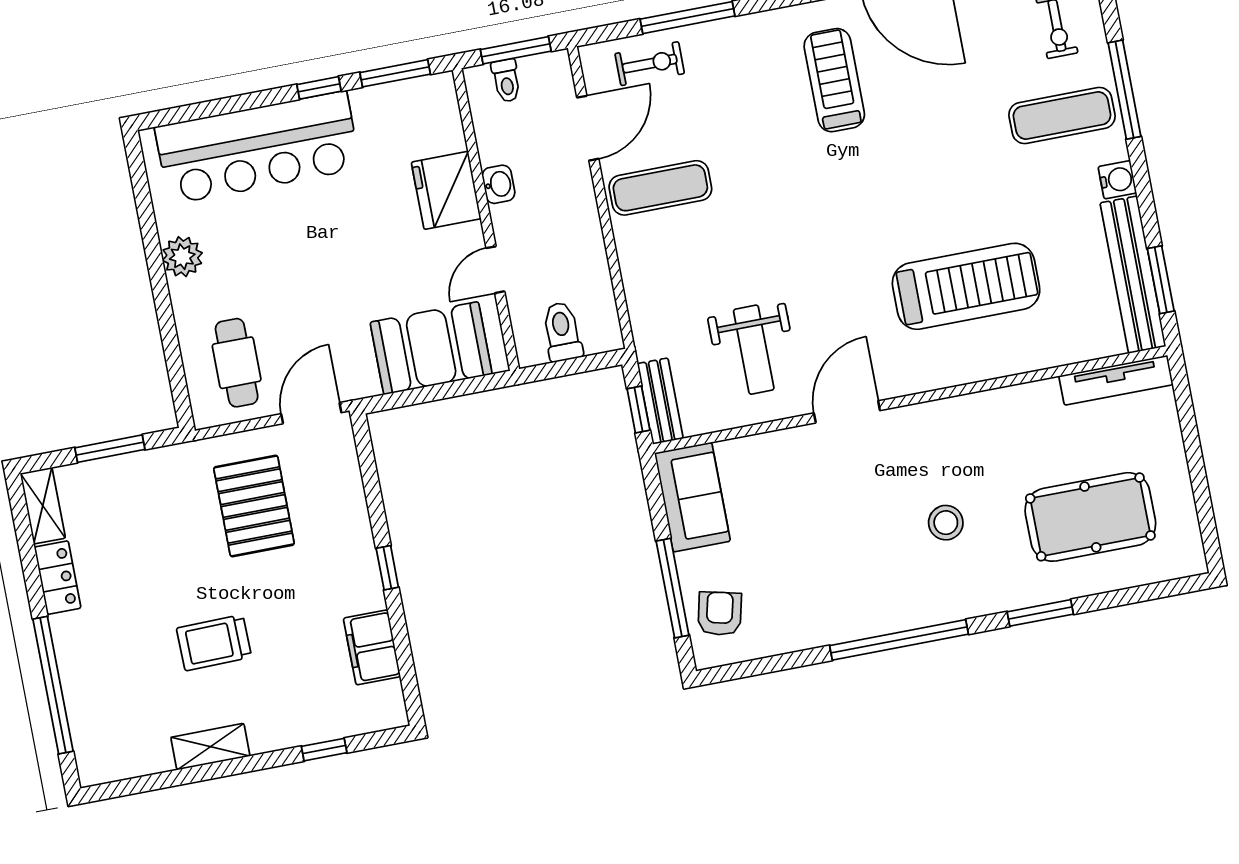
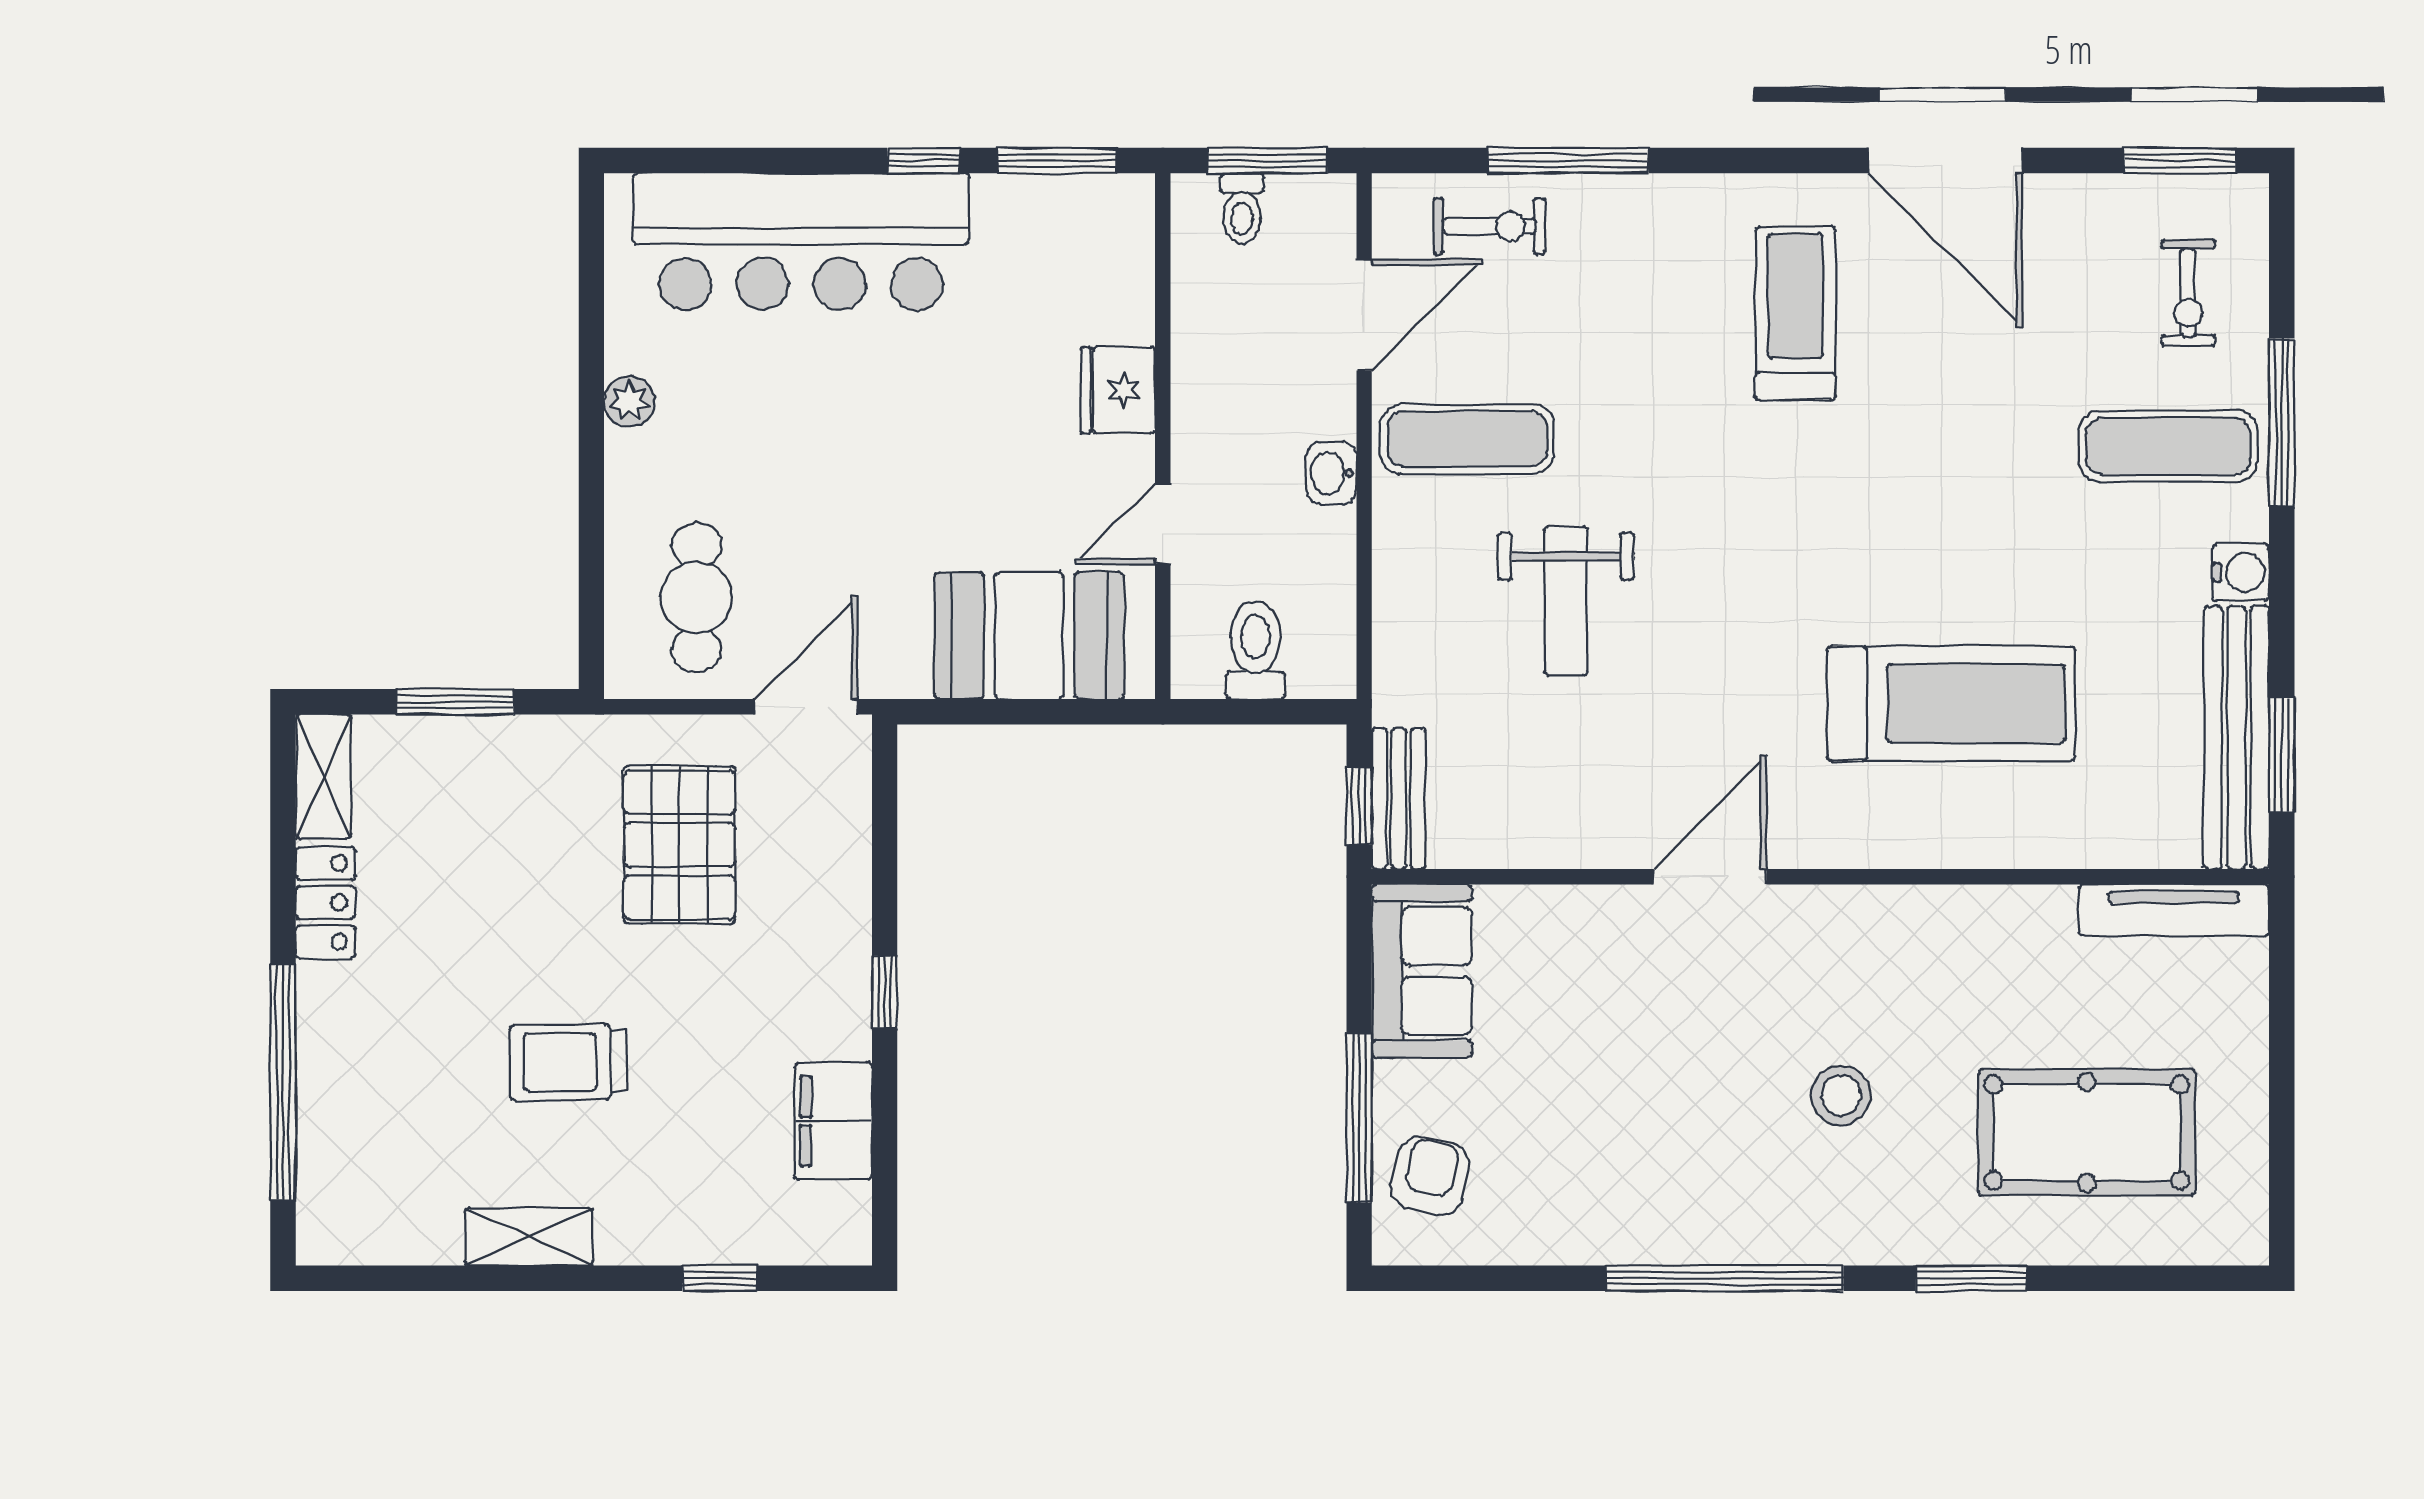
washbasin: (498, 184) -> (1331, 473), moved, turned 180
fridge: (446, 190) -> (1118, 390), width x0.73, depth x0.75
plant: (182, 257) -> (629, 401), width x0.73, depth x0.73
weight bench: (754, 350) -> (1566, 601), moved

